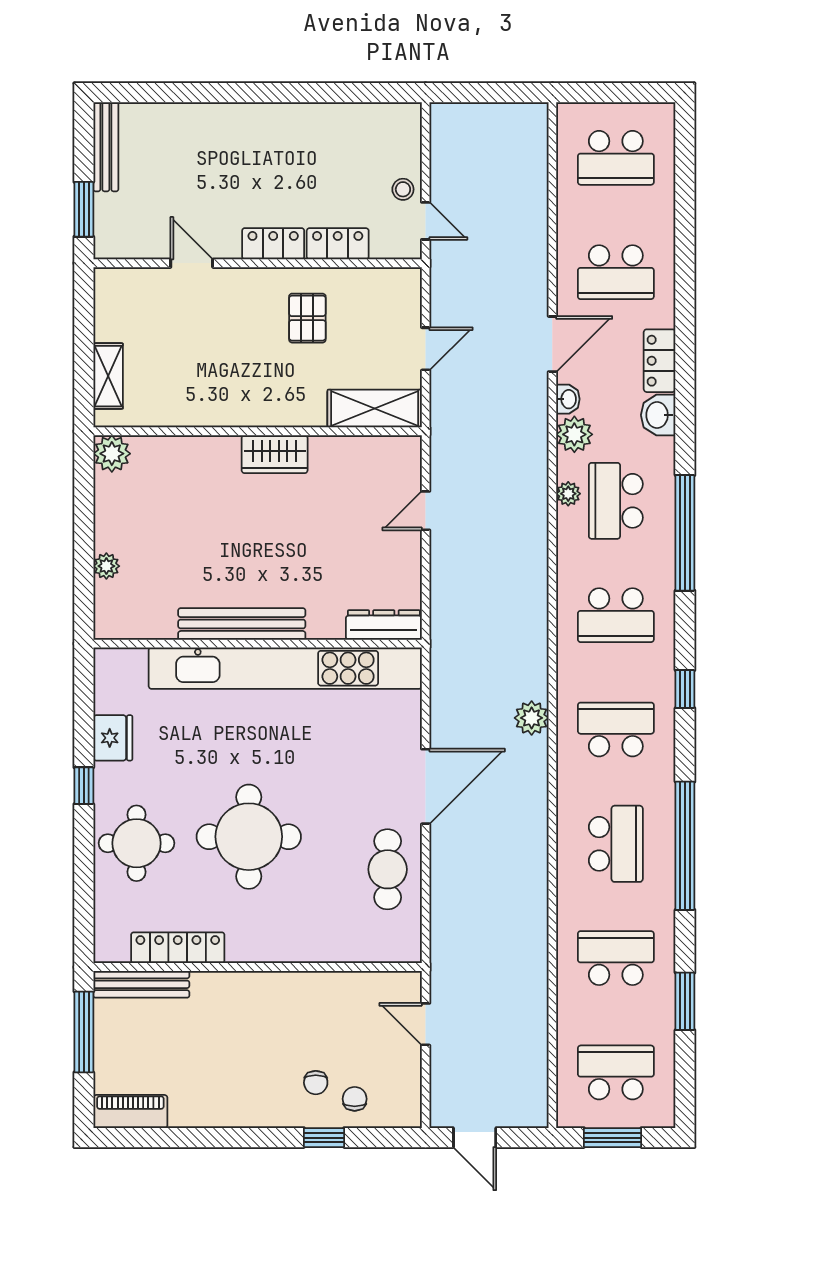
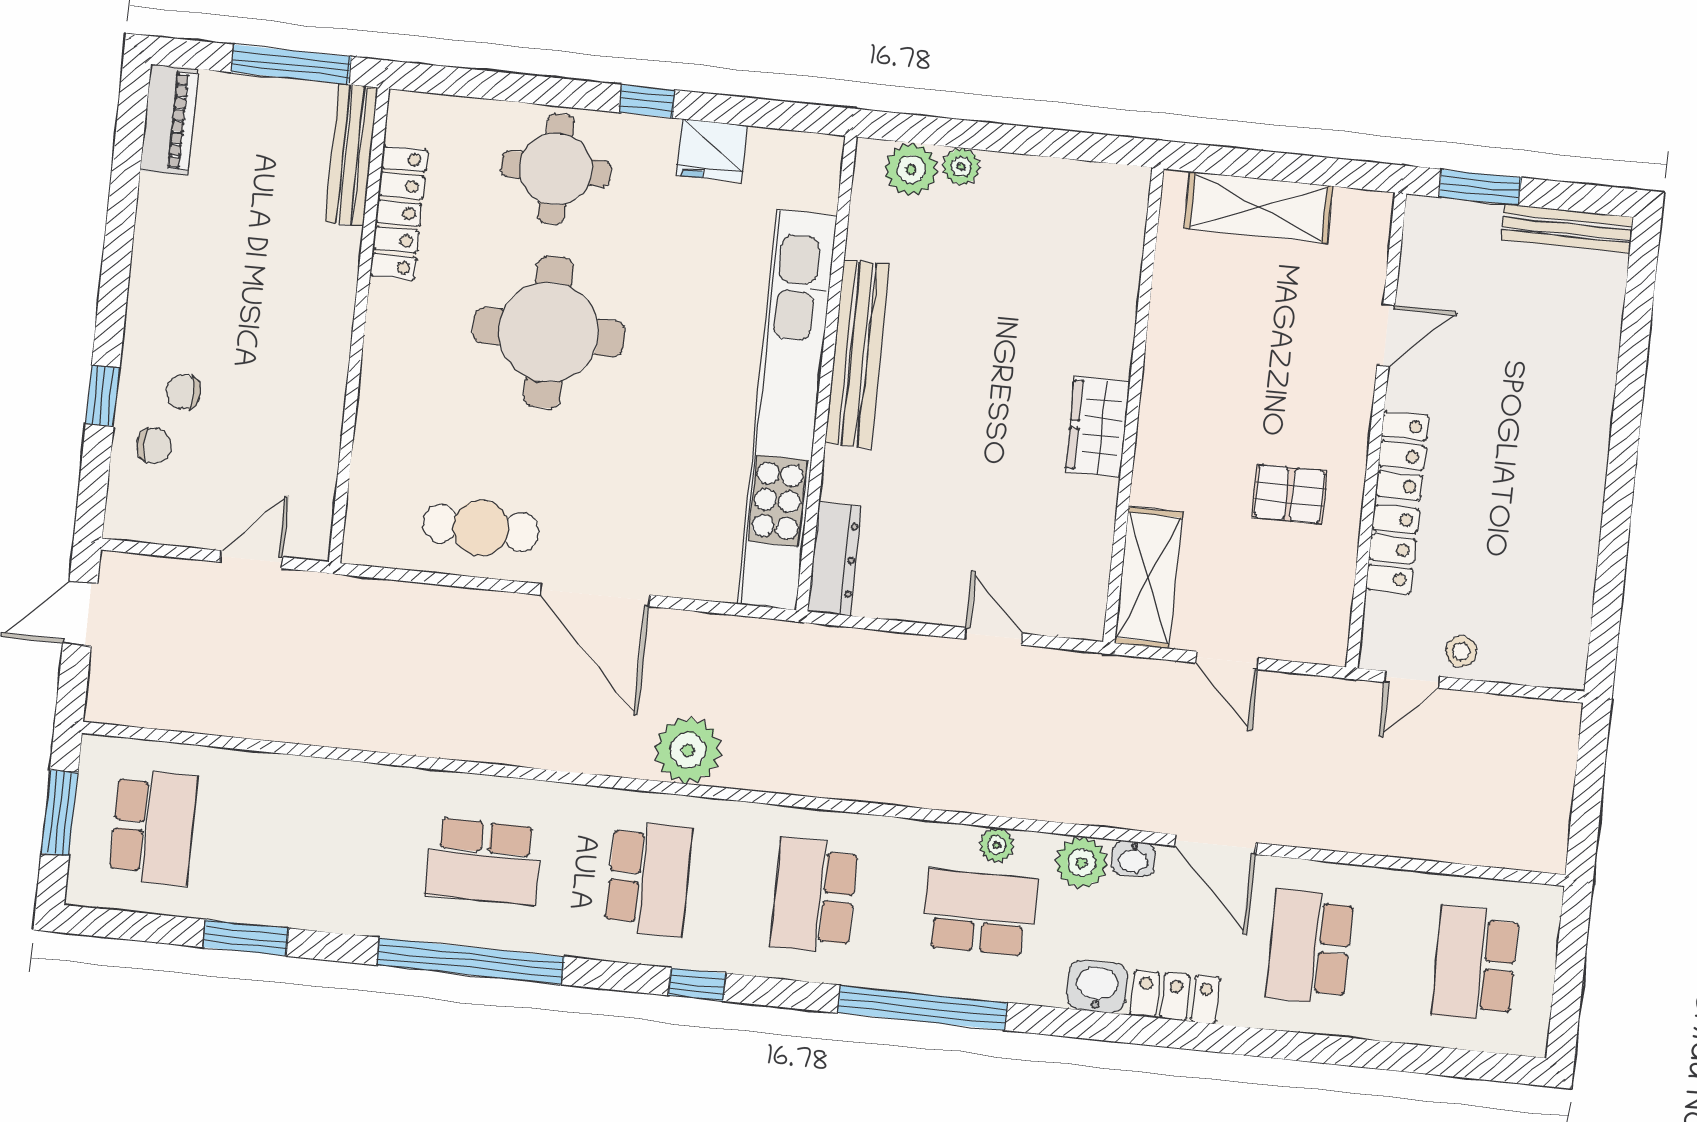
shelving: (108, 376) -> (1258, 207), width x1.50, depth x1.33
plant: (112, 454) -> (911, 169), moved
plant: (532, 718) -> (688, 750), width x1.36, depth x1.36
school desk: (616, 958) -> (318, 844), removed

